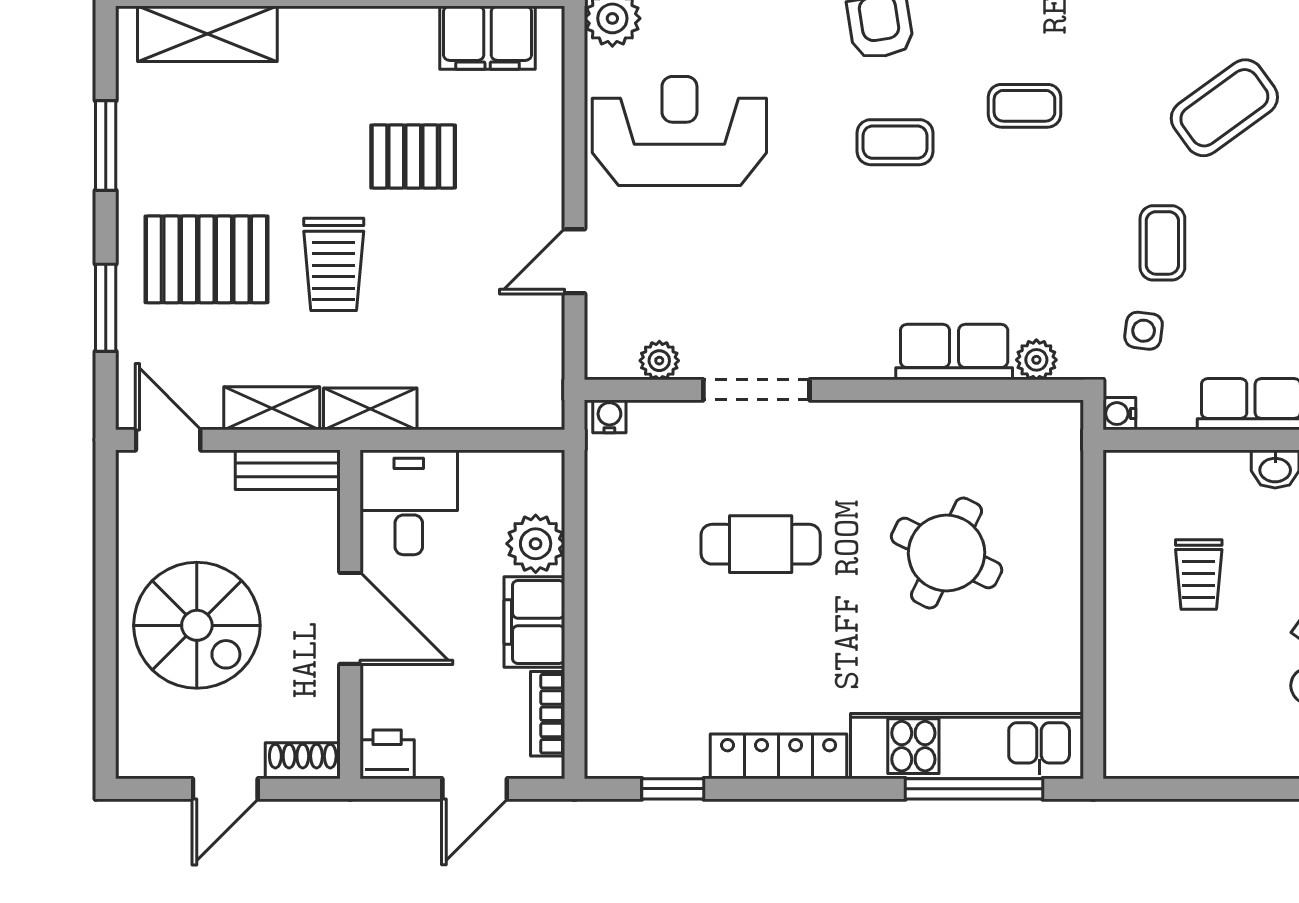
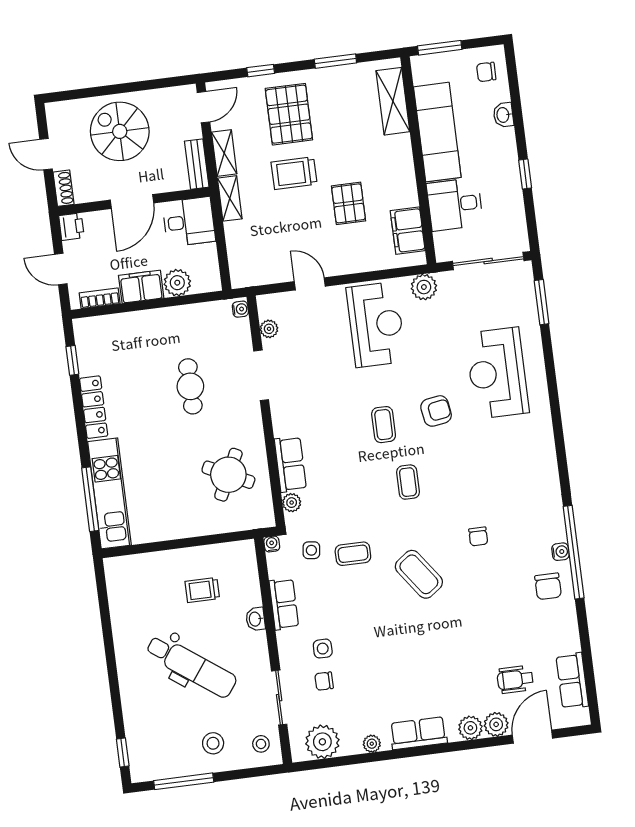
window: (106, 308) -> (261, 71), width x0.67
round table: (947, 553) -> (228, 475), moved
spiral stairs: (197, 625) -> (120, 131), turned 90

